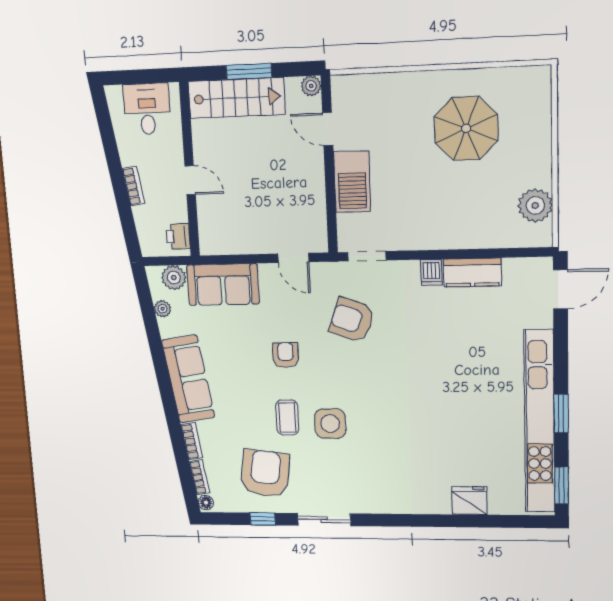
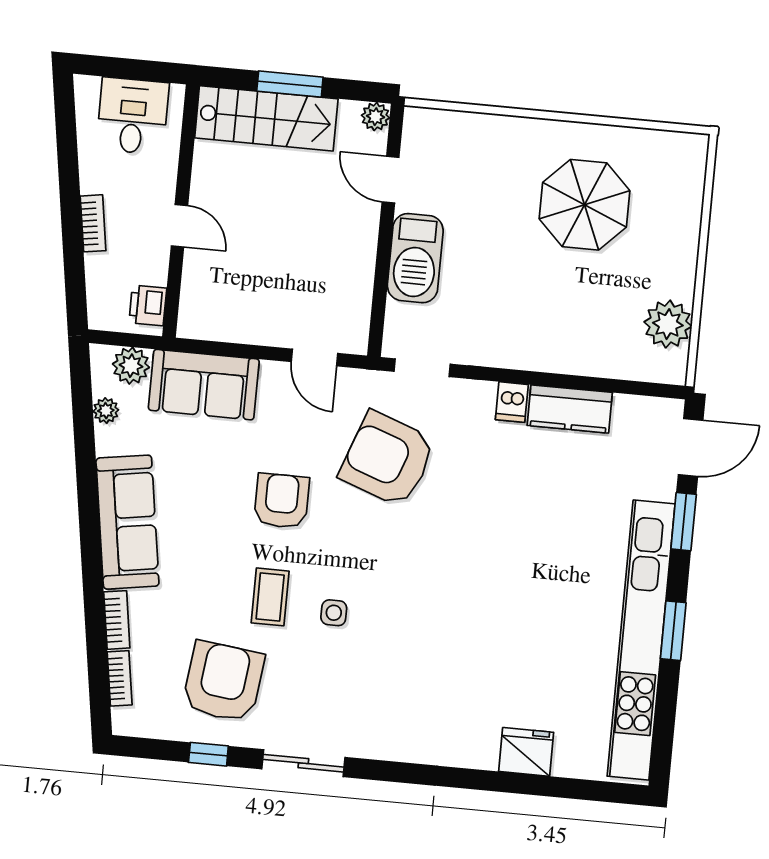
armchair: (352, 320) -> (388, 459), width x1.36, depth x1.36
armchair: (285, 355) -> (282, 501), width x1.38, depth x1.38
side table: (330, 423) -> (334, 613), width x0.54, depth x0.54
window: (562, 485) -> (684, 522), moved
floor lamp: (206, 503) -> (123, 720), removed

